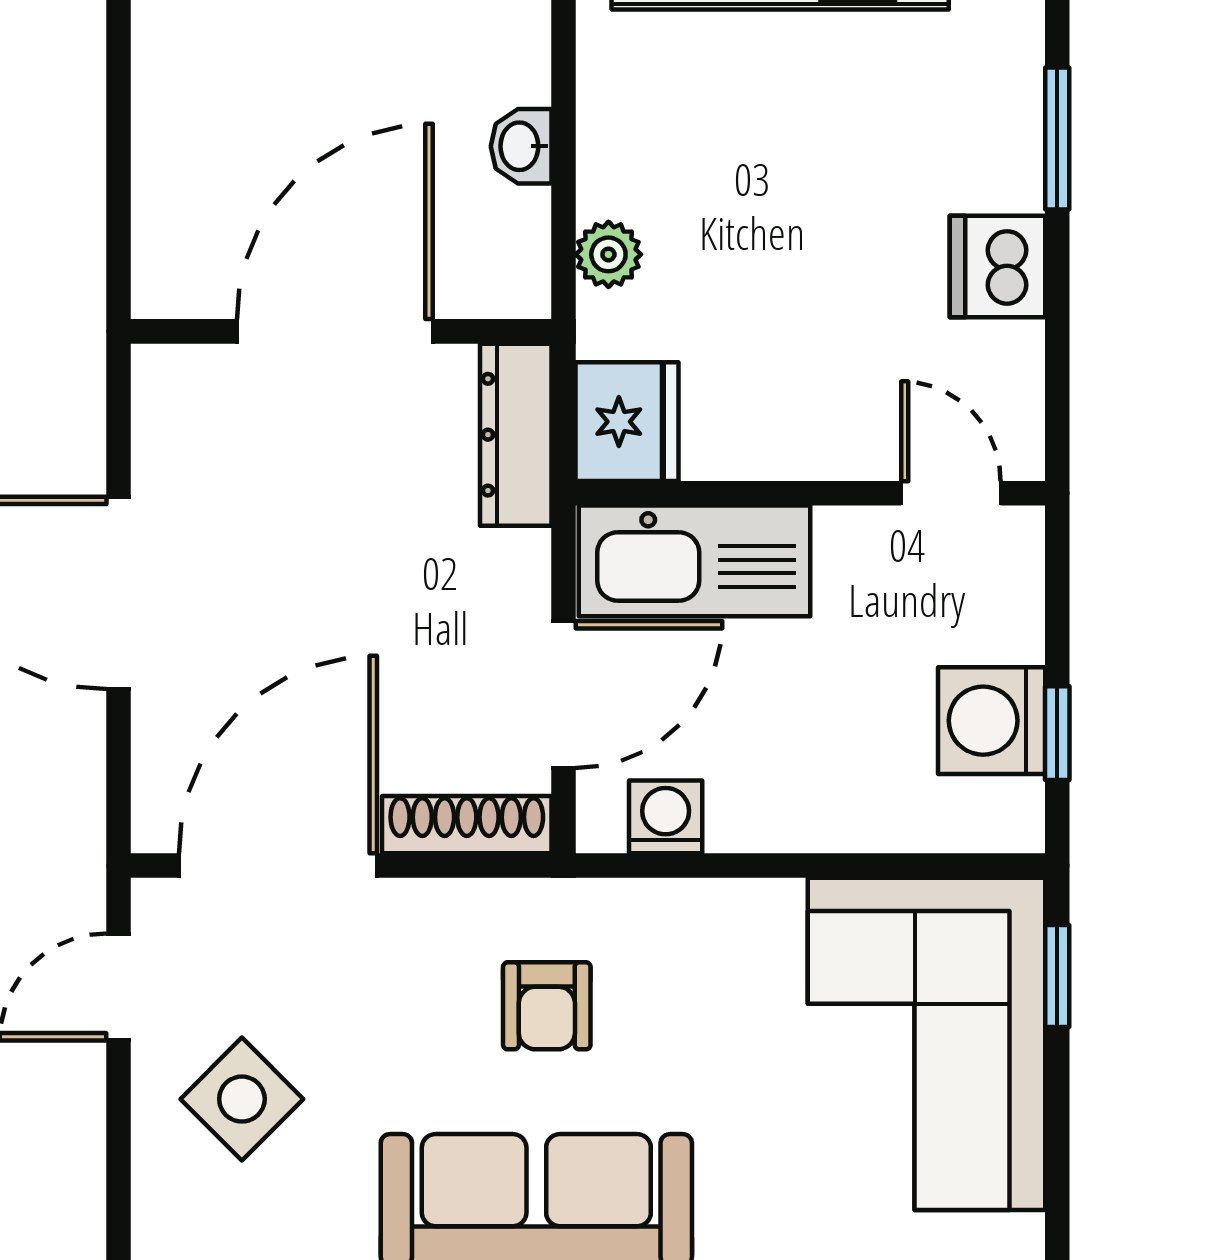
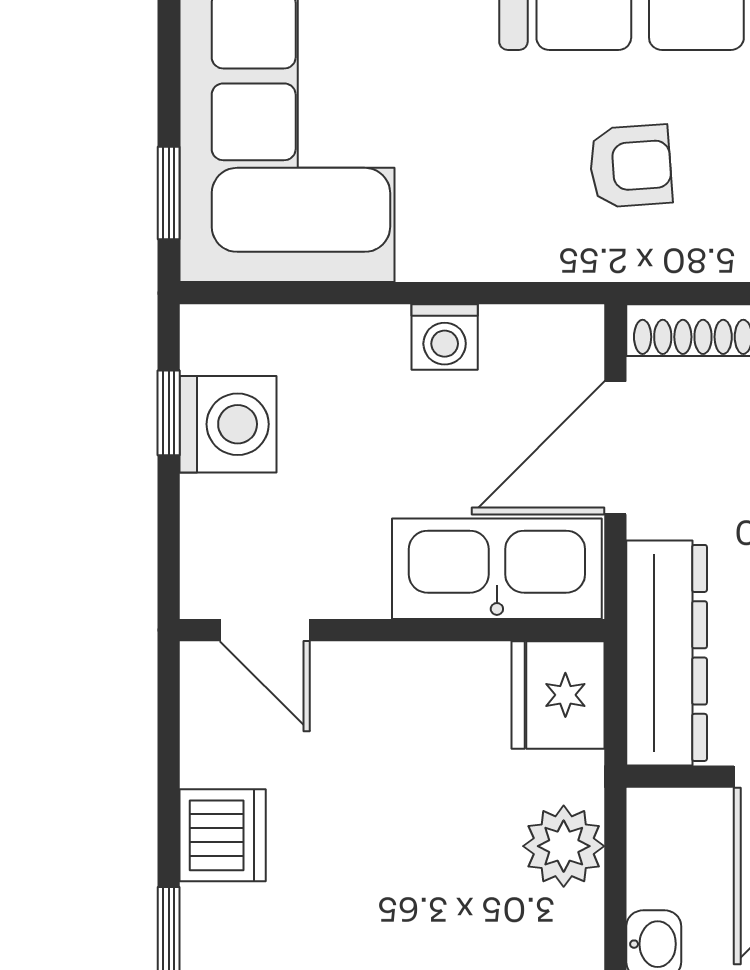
plant: (608, 254) -> (564, 846), width x1.38, depth x1.38
dresser: (516, 435) -> (667, 653), width x1.37, depth x1.24
washing machine: (666, 817) -> (445, 337), moved
armchair: (547, 1006) -> (631, 166), turned 86

